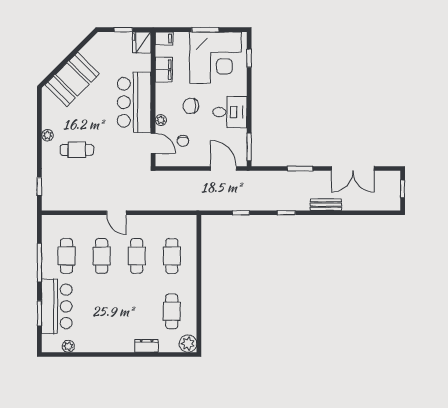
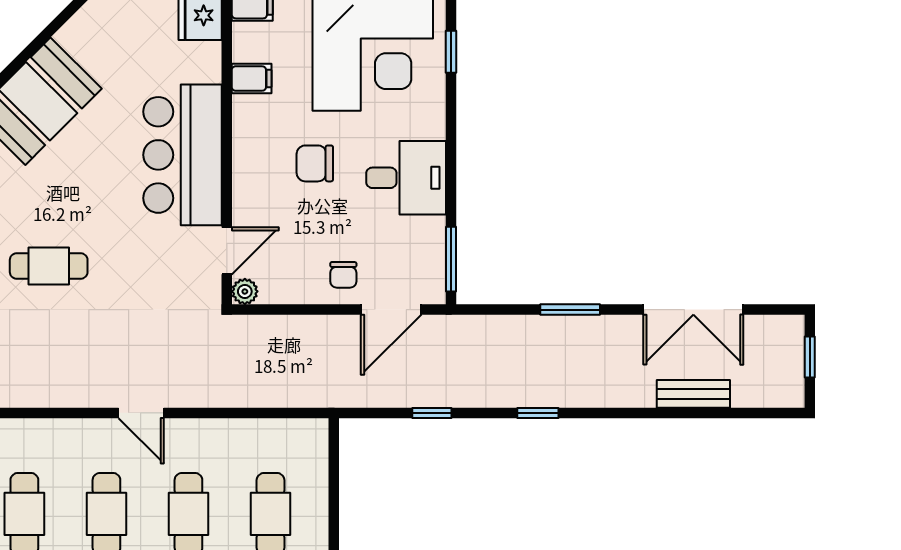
filing cabinet: (164, 70) -> (252, 79), width x0.50
plant: (161, 120) -> (245, 291), moved
chair: (183, 141) -> (343, 275), moved
door: (153, 143) -> (227, 251), hinge flipped
door: (223, 168) -> (391, 310), swing flipped
bench: (326, 205) -> (693, 394), moved

